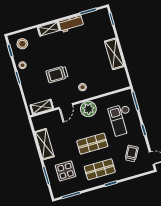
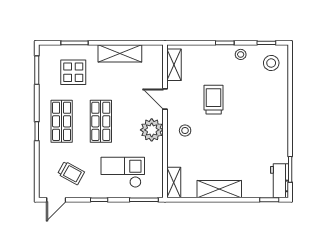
workbench: (71, 24) -> (280, 181), moved
shelving: (49, 29) -> (174, 183), moved

